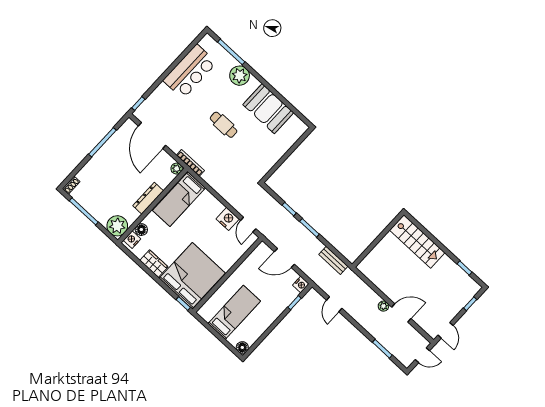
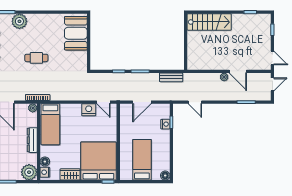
booth: (268, 109) -> (76, 33), moved, turned 90
nightstand: (301, 285) -> (165, 124), moved
door: (401, 313) -> (238, 71), swing flipped

